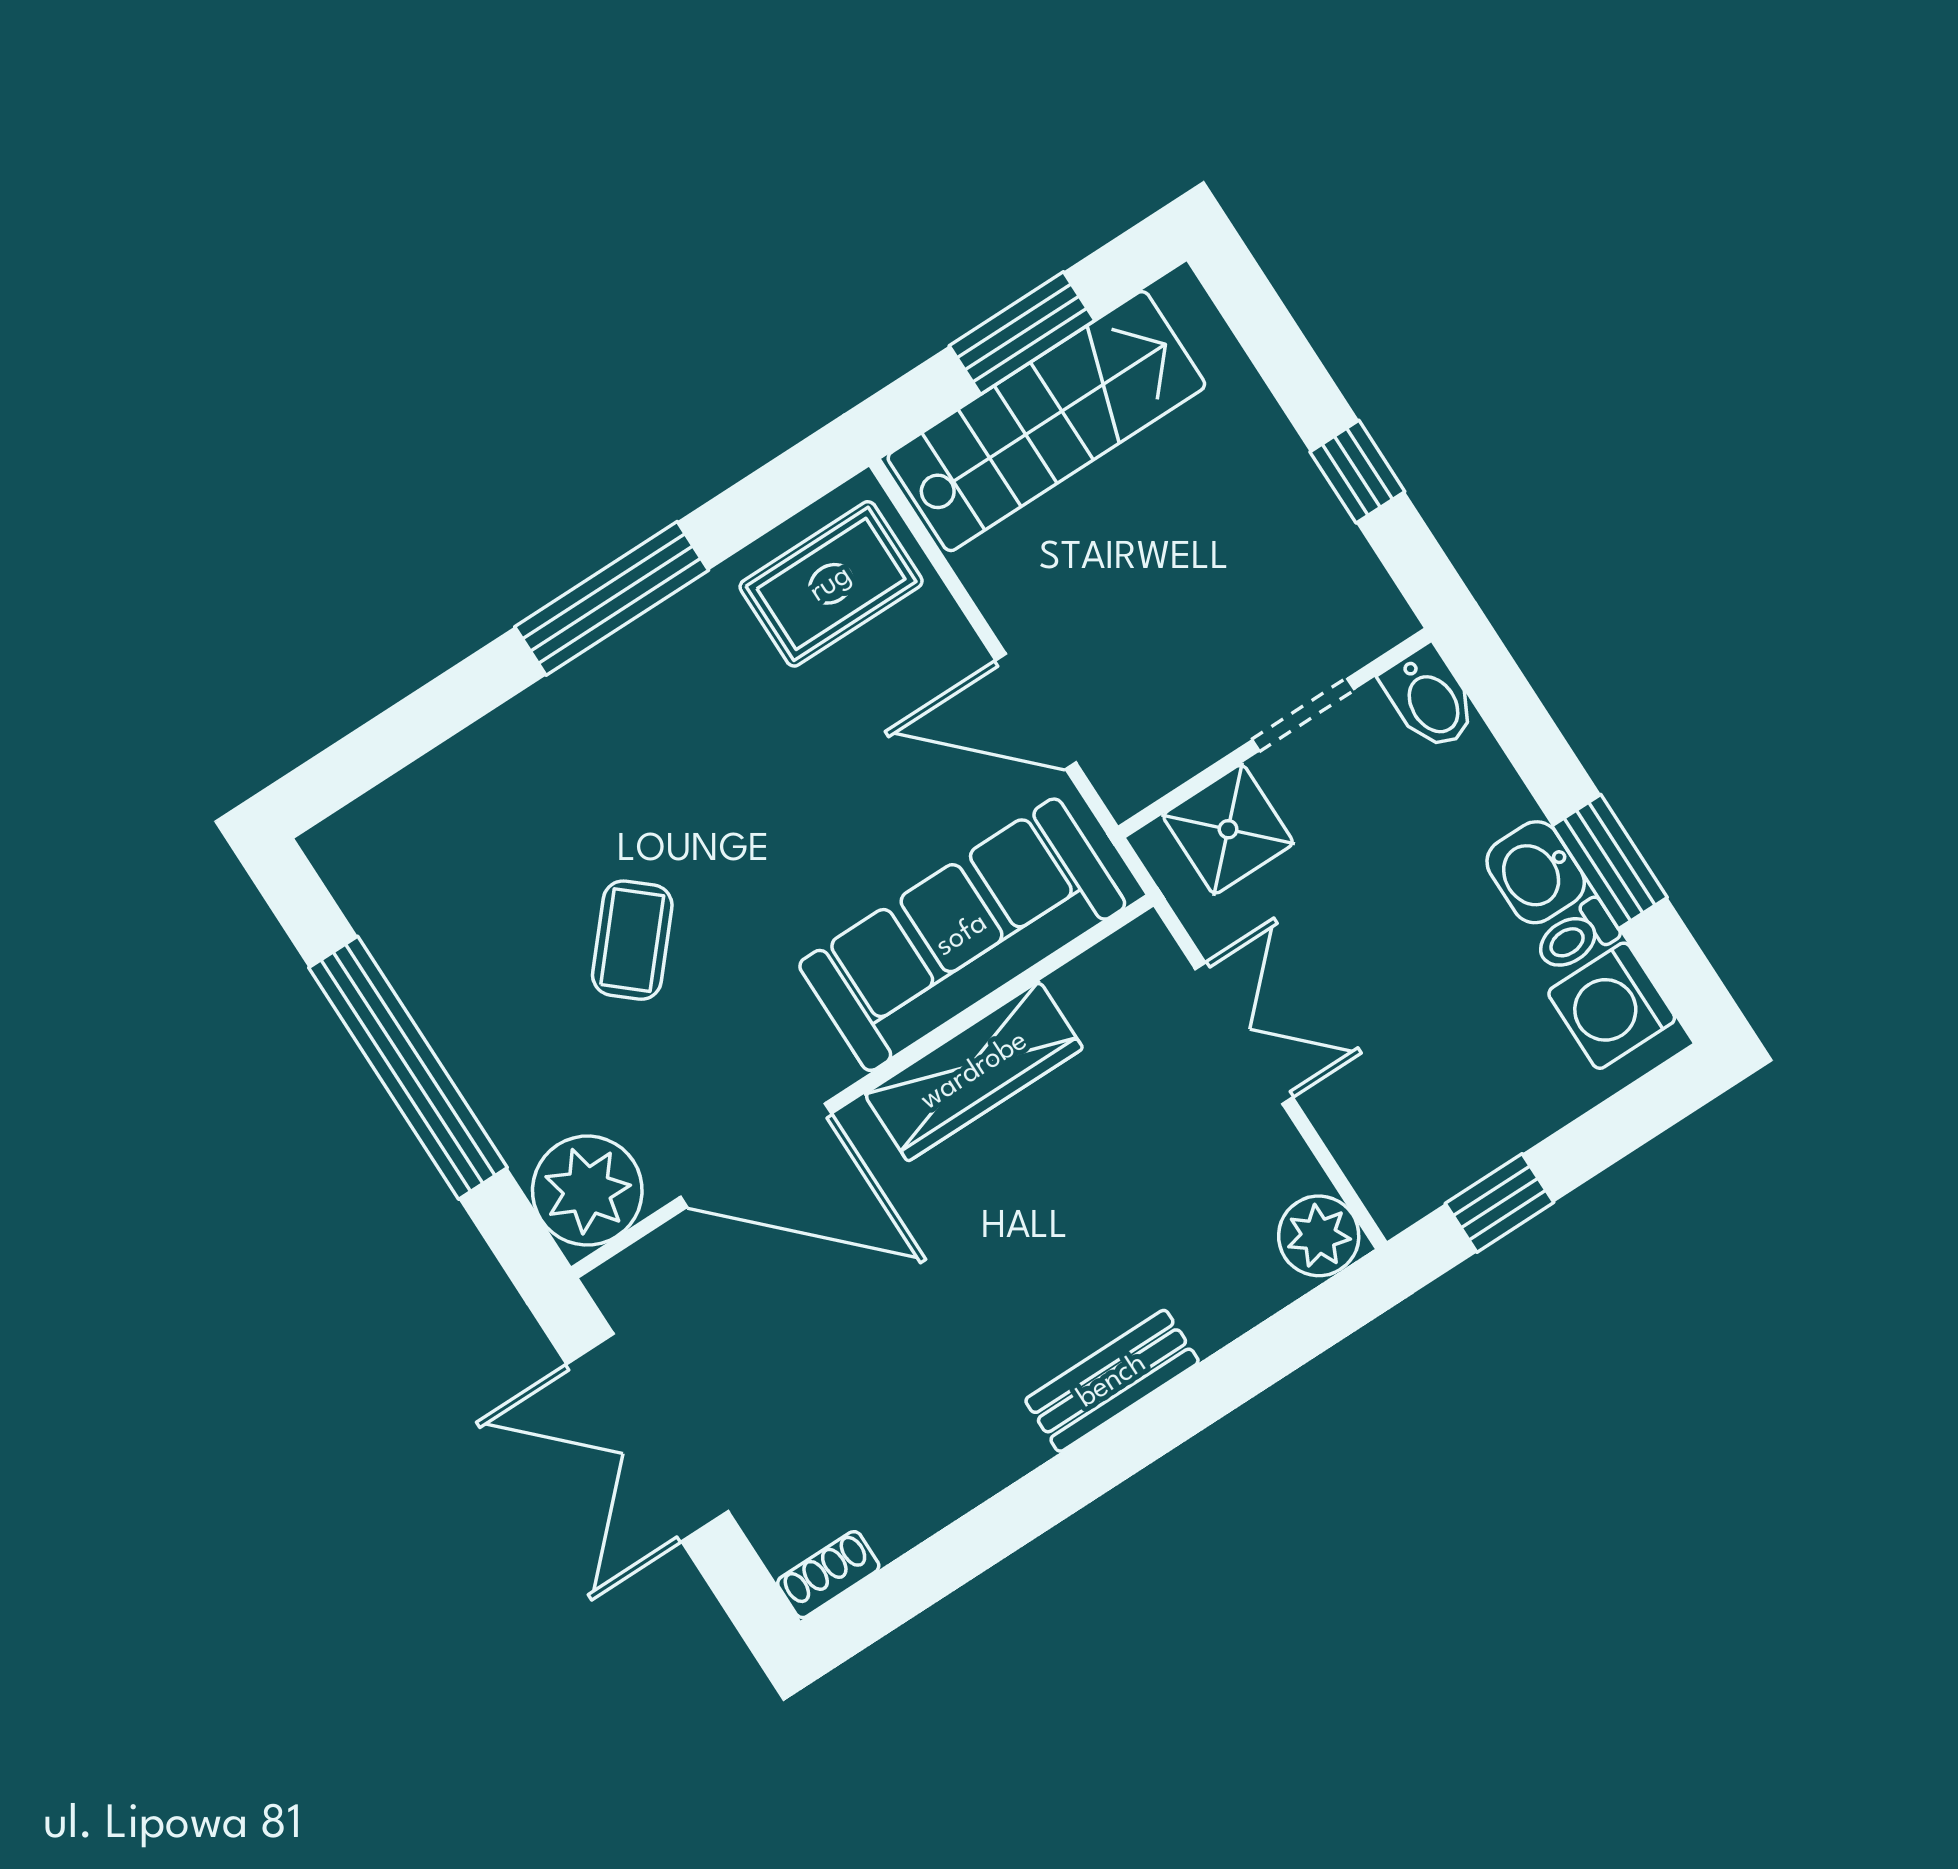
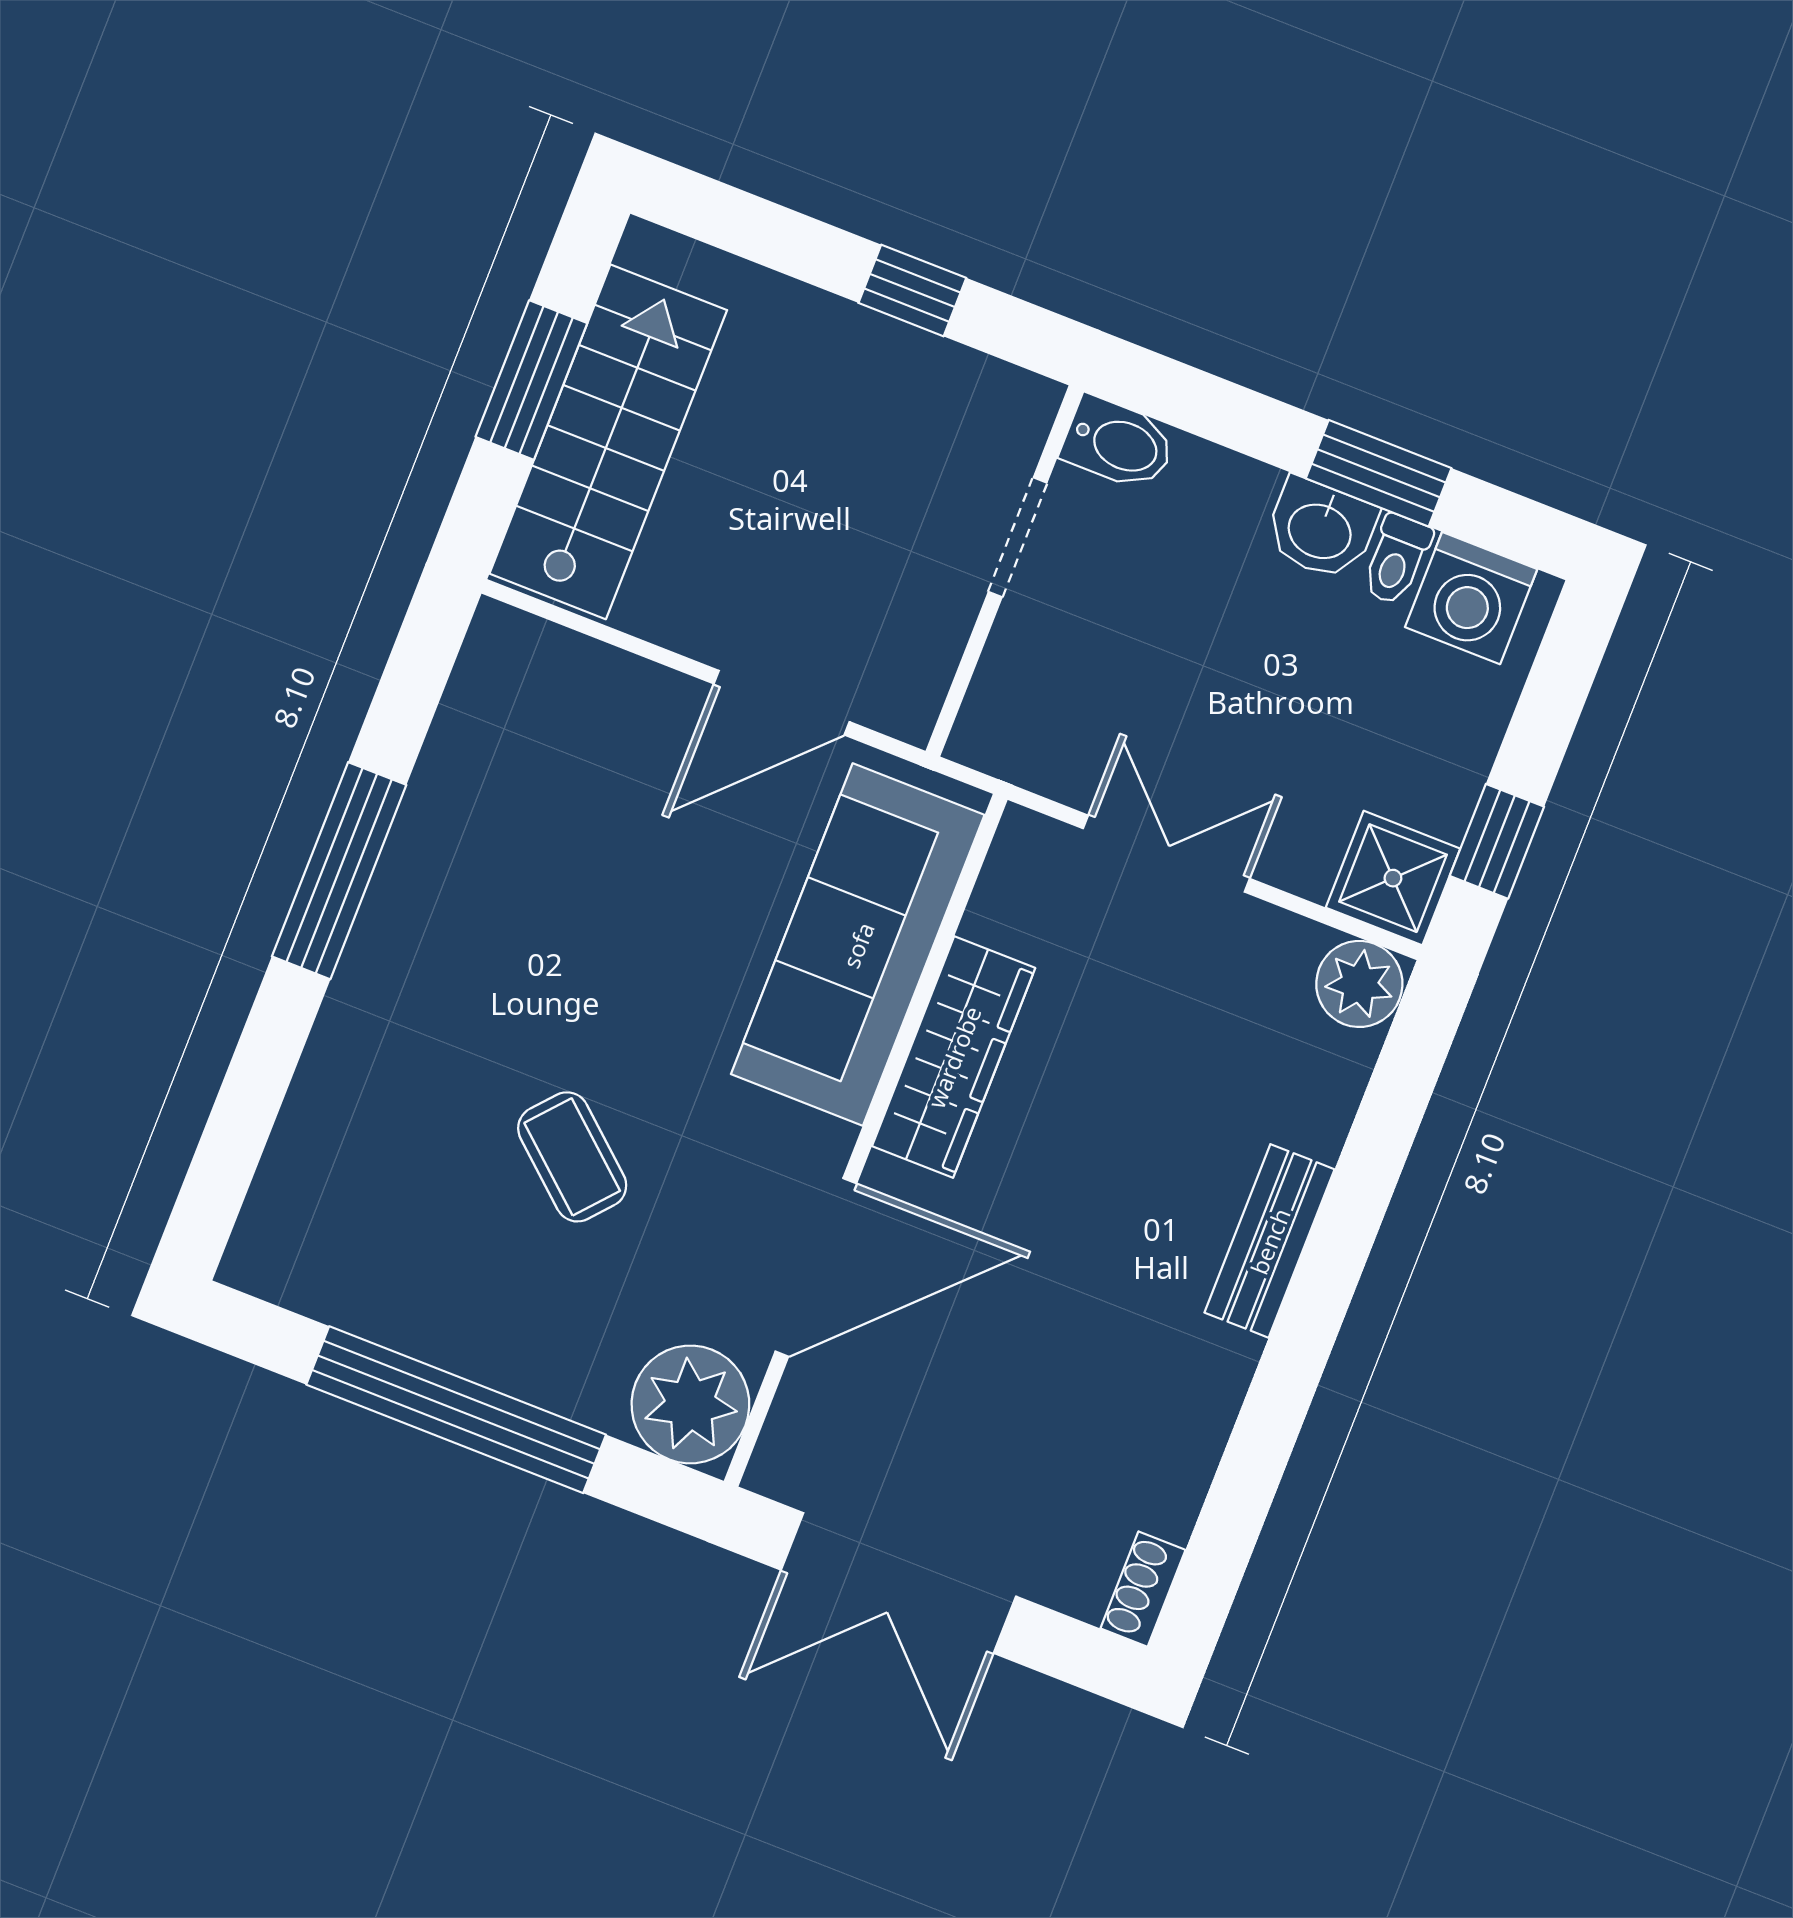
rug: (831, 584) -> (522, 720), removed
shower: (1228, 829) -> (1393, 878), moved

